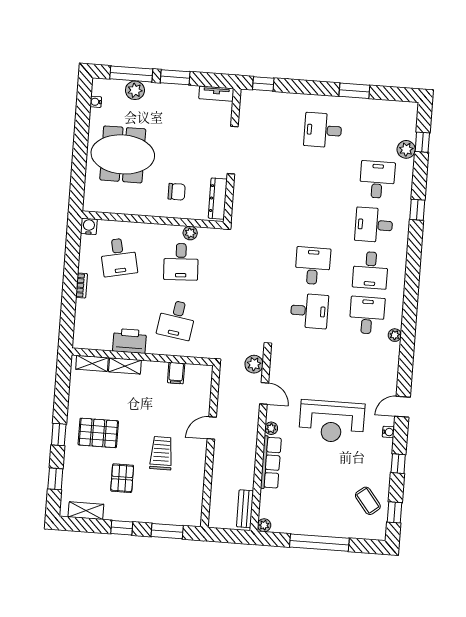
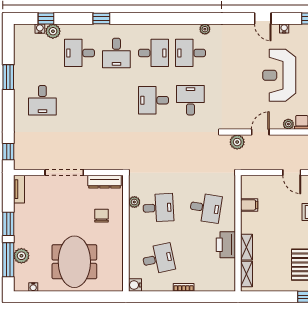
water cooler: (411, 134) -> (40, 29), added
reception desk: (332, 422) -> (279, 75), turned 180

